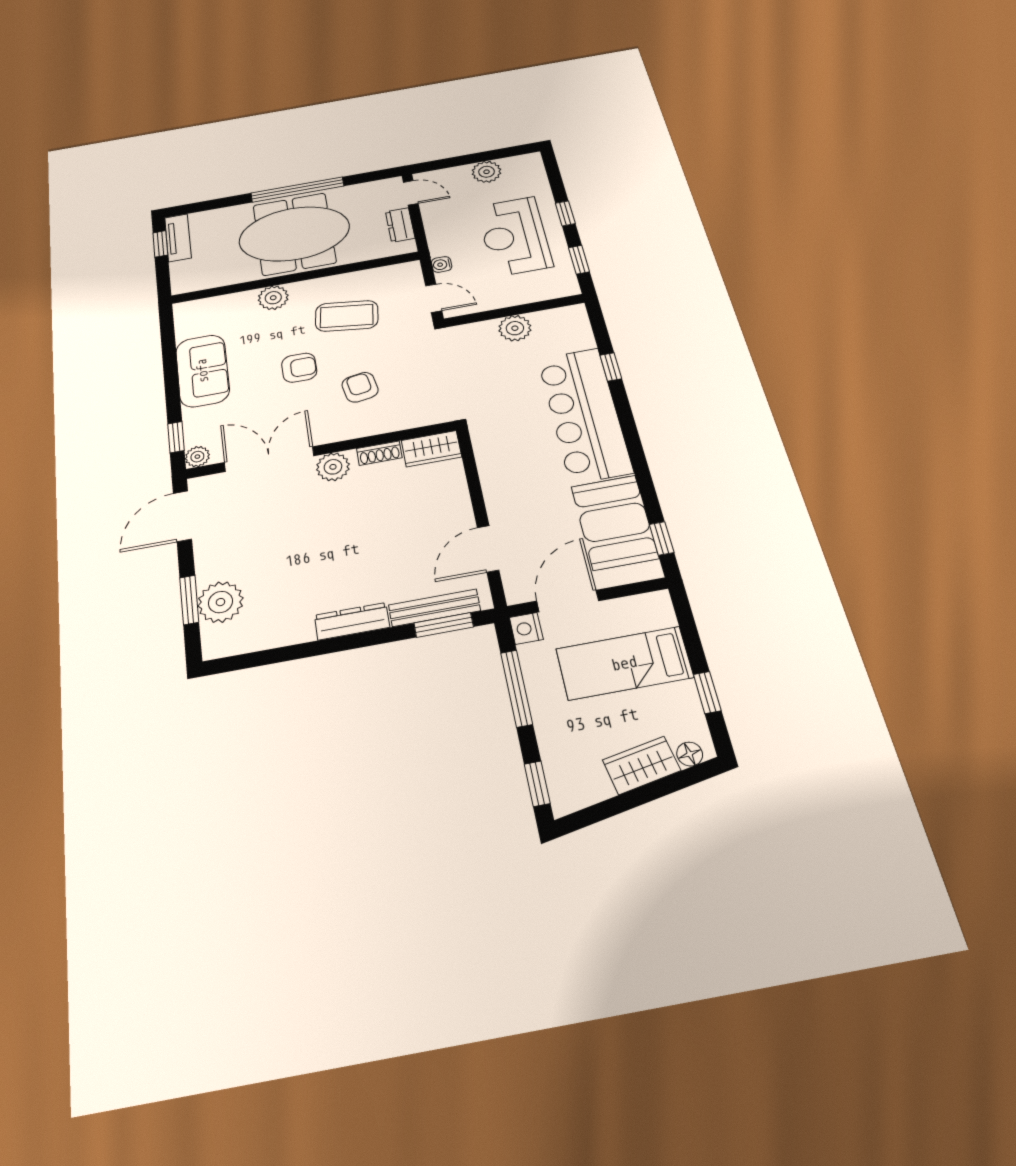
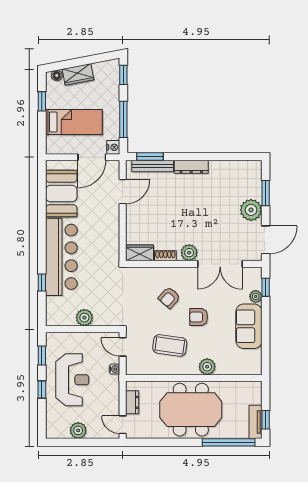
window: (297, 190) -> (229, 442), moved
armchair: (360, 387) -> (169, 298), turned 52
plant: (197, 457) -> (256, 296), moved
window: (662, 538) -> (42, 180), removed
plant: (220, 602) -> (251, 210), moved

